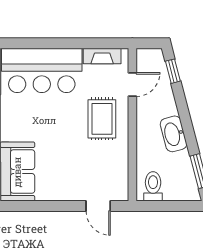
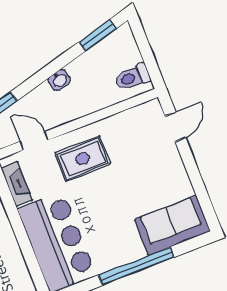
washbasin: (174, 134) -> (59, 80), width x0.52, depth x0.69

